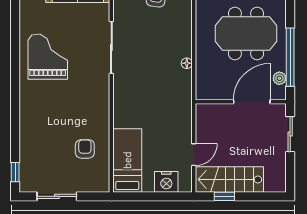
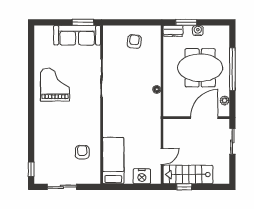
window: (290, 57) -> (232, 69), moved

